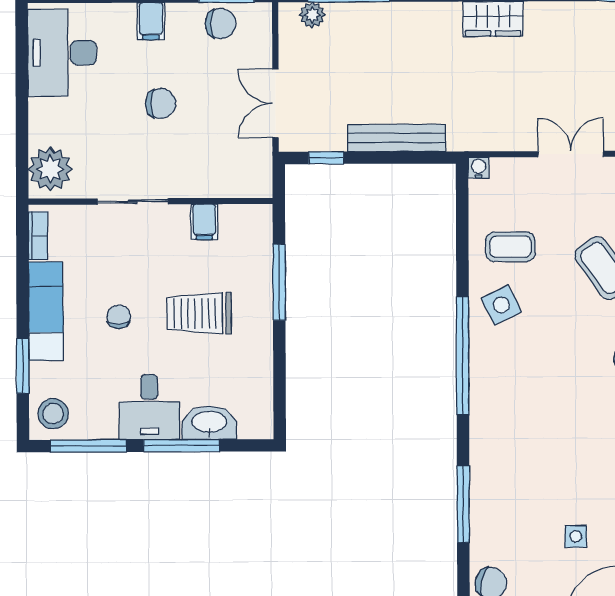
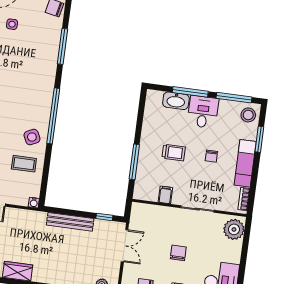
chair: (161, 104) -> (178, 253), turned 90
trolley: (199, 313) -> (174, 152), width x0.73, depth x0.72

